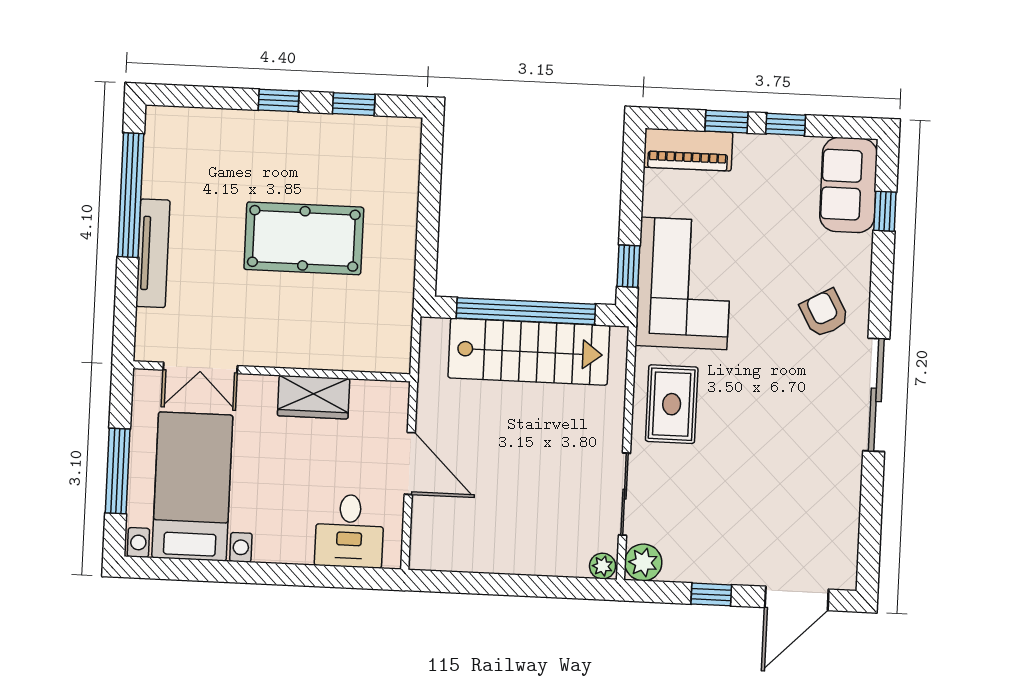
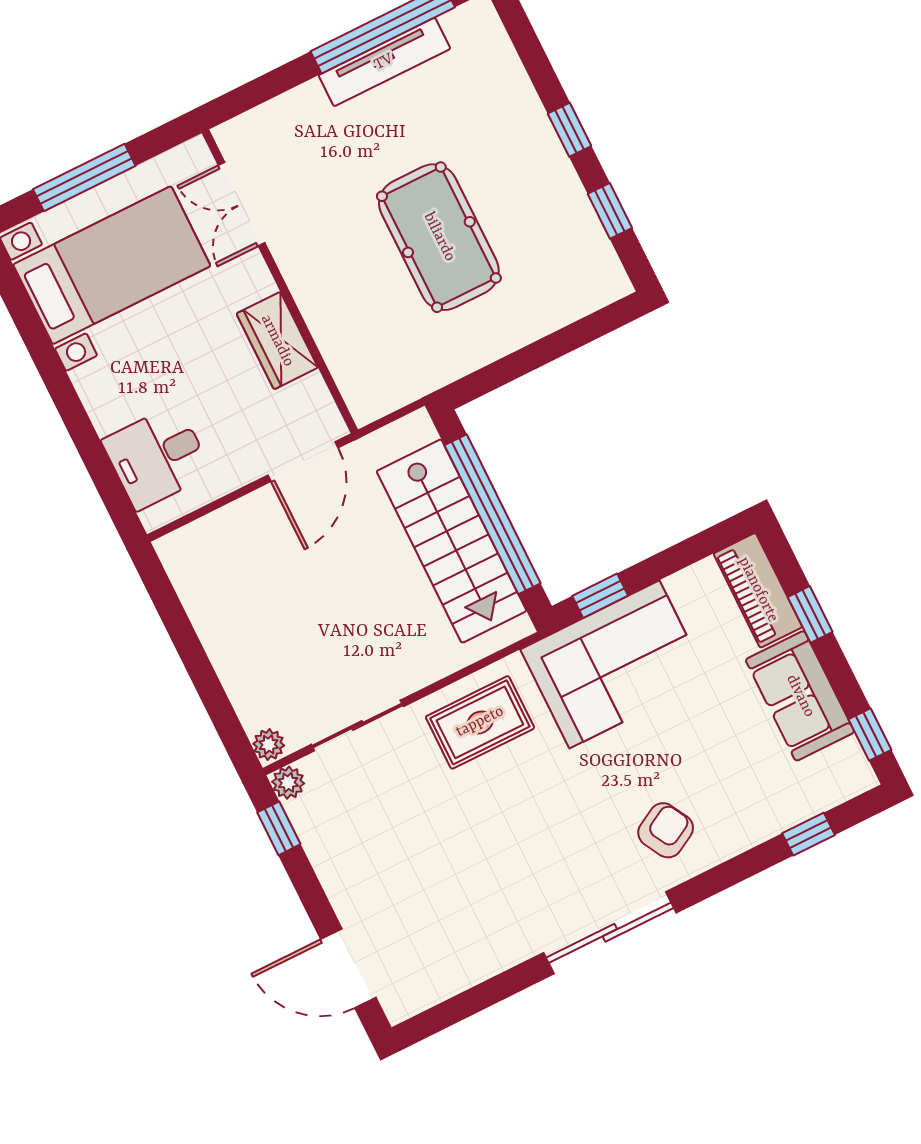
window: (786, 124) -> (870, 735), moved
sofa: (849, 185) -> (800, 696), moved, turned -90
tv unit: (153, 253) -> (384, 62), moved
door: (410, 463) -> (303, 462), moved
plant: (643, 562) -> (288, 783), width x0.73, depth x0.73
window: (711, 594) -> (279, 828), moved

